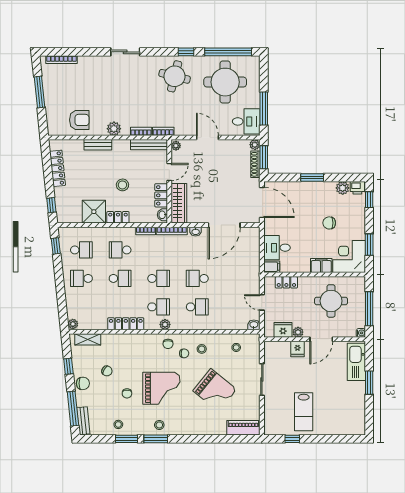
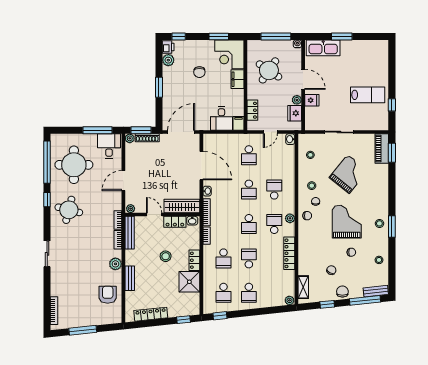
school desk: (81, 250) -> (223, 293), turned 180
school desk: (159, 278) -> (249, 224), turned 180
school desk: (236, 278) -> (249, 155), added
round table: (331, 301) -> (269, 70), turned 34
window: (126, 439) -> (392, 153), moved

